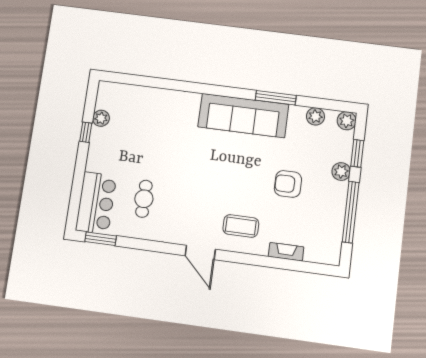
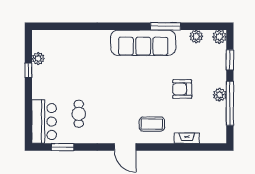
plant: (341, 172) -> (220, 95), moved
window: (101, 239) -> (63, 147), moved

